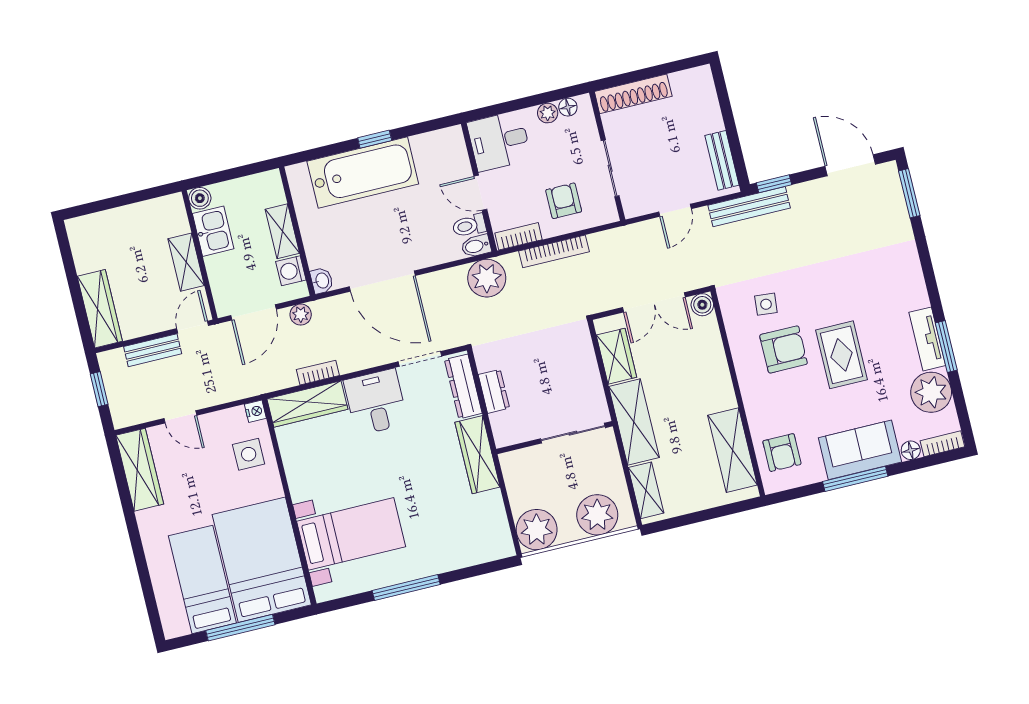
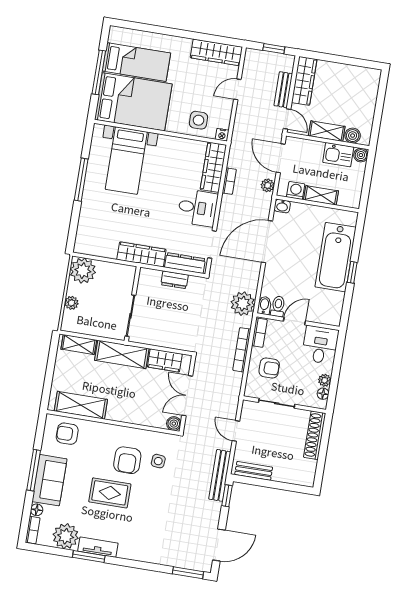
boiler: (177, 222) -> (353, 136), added
wardrobe: (100, 309) -> (304, 81), moved, turned -90
plant: (597, 515) -> (71, 303), width x0.53, depth x0.53

